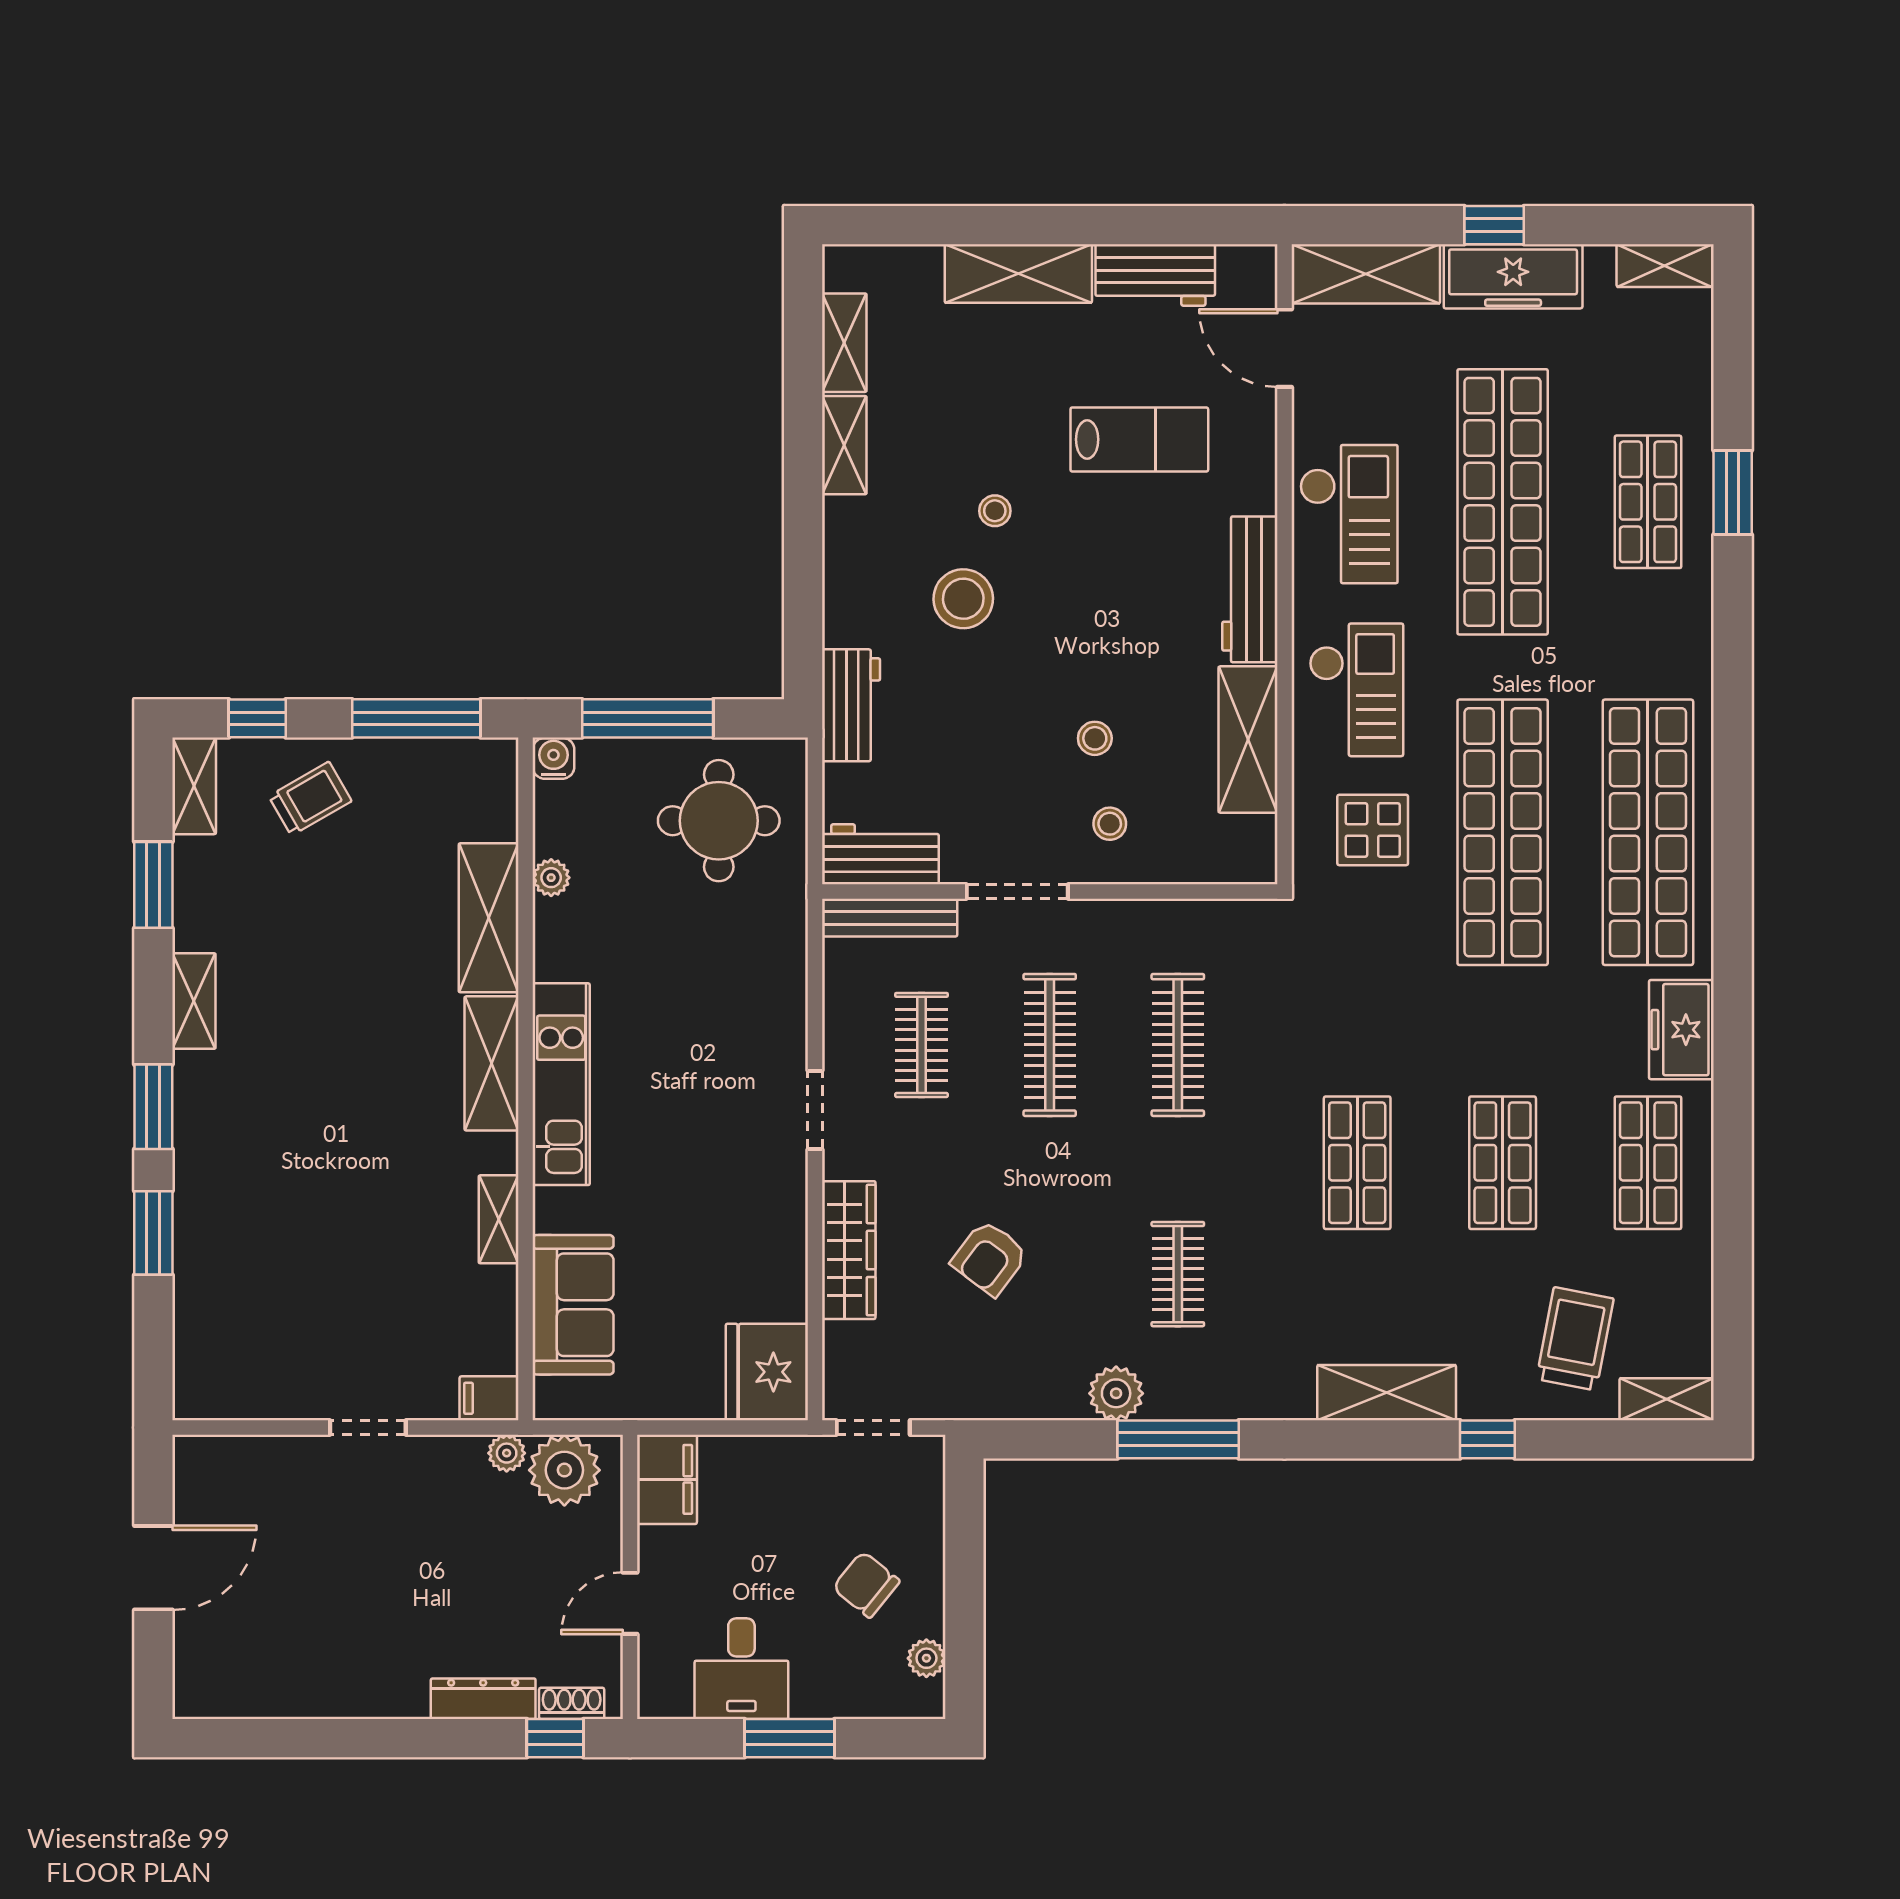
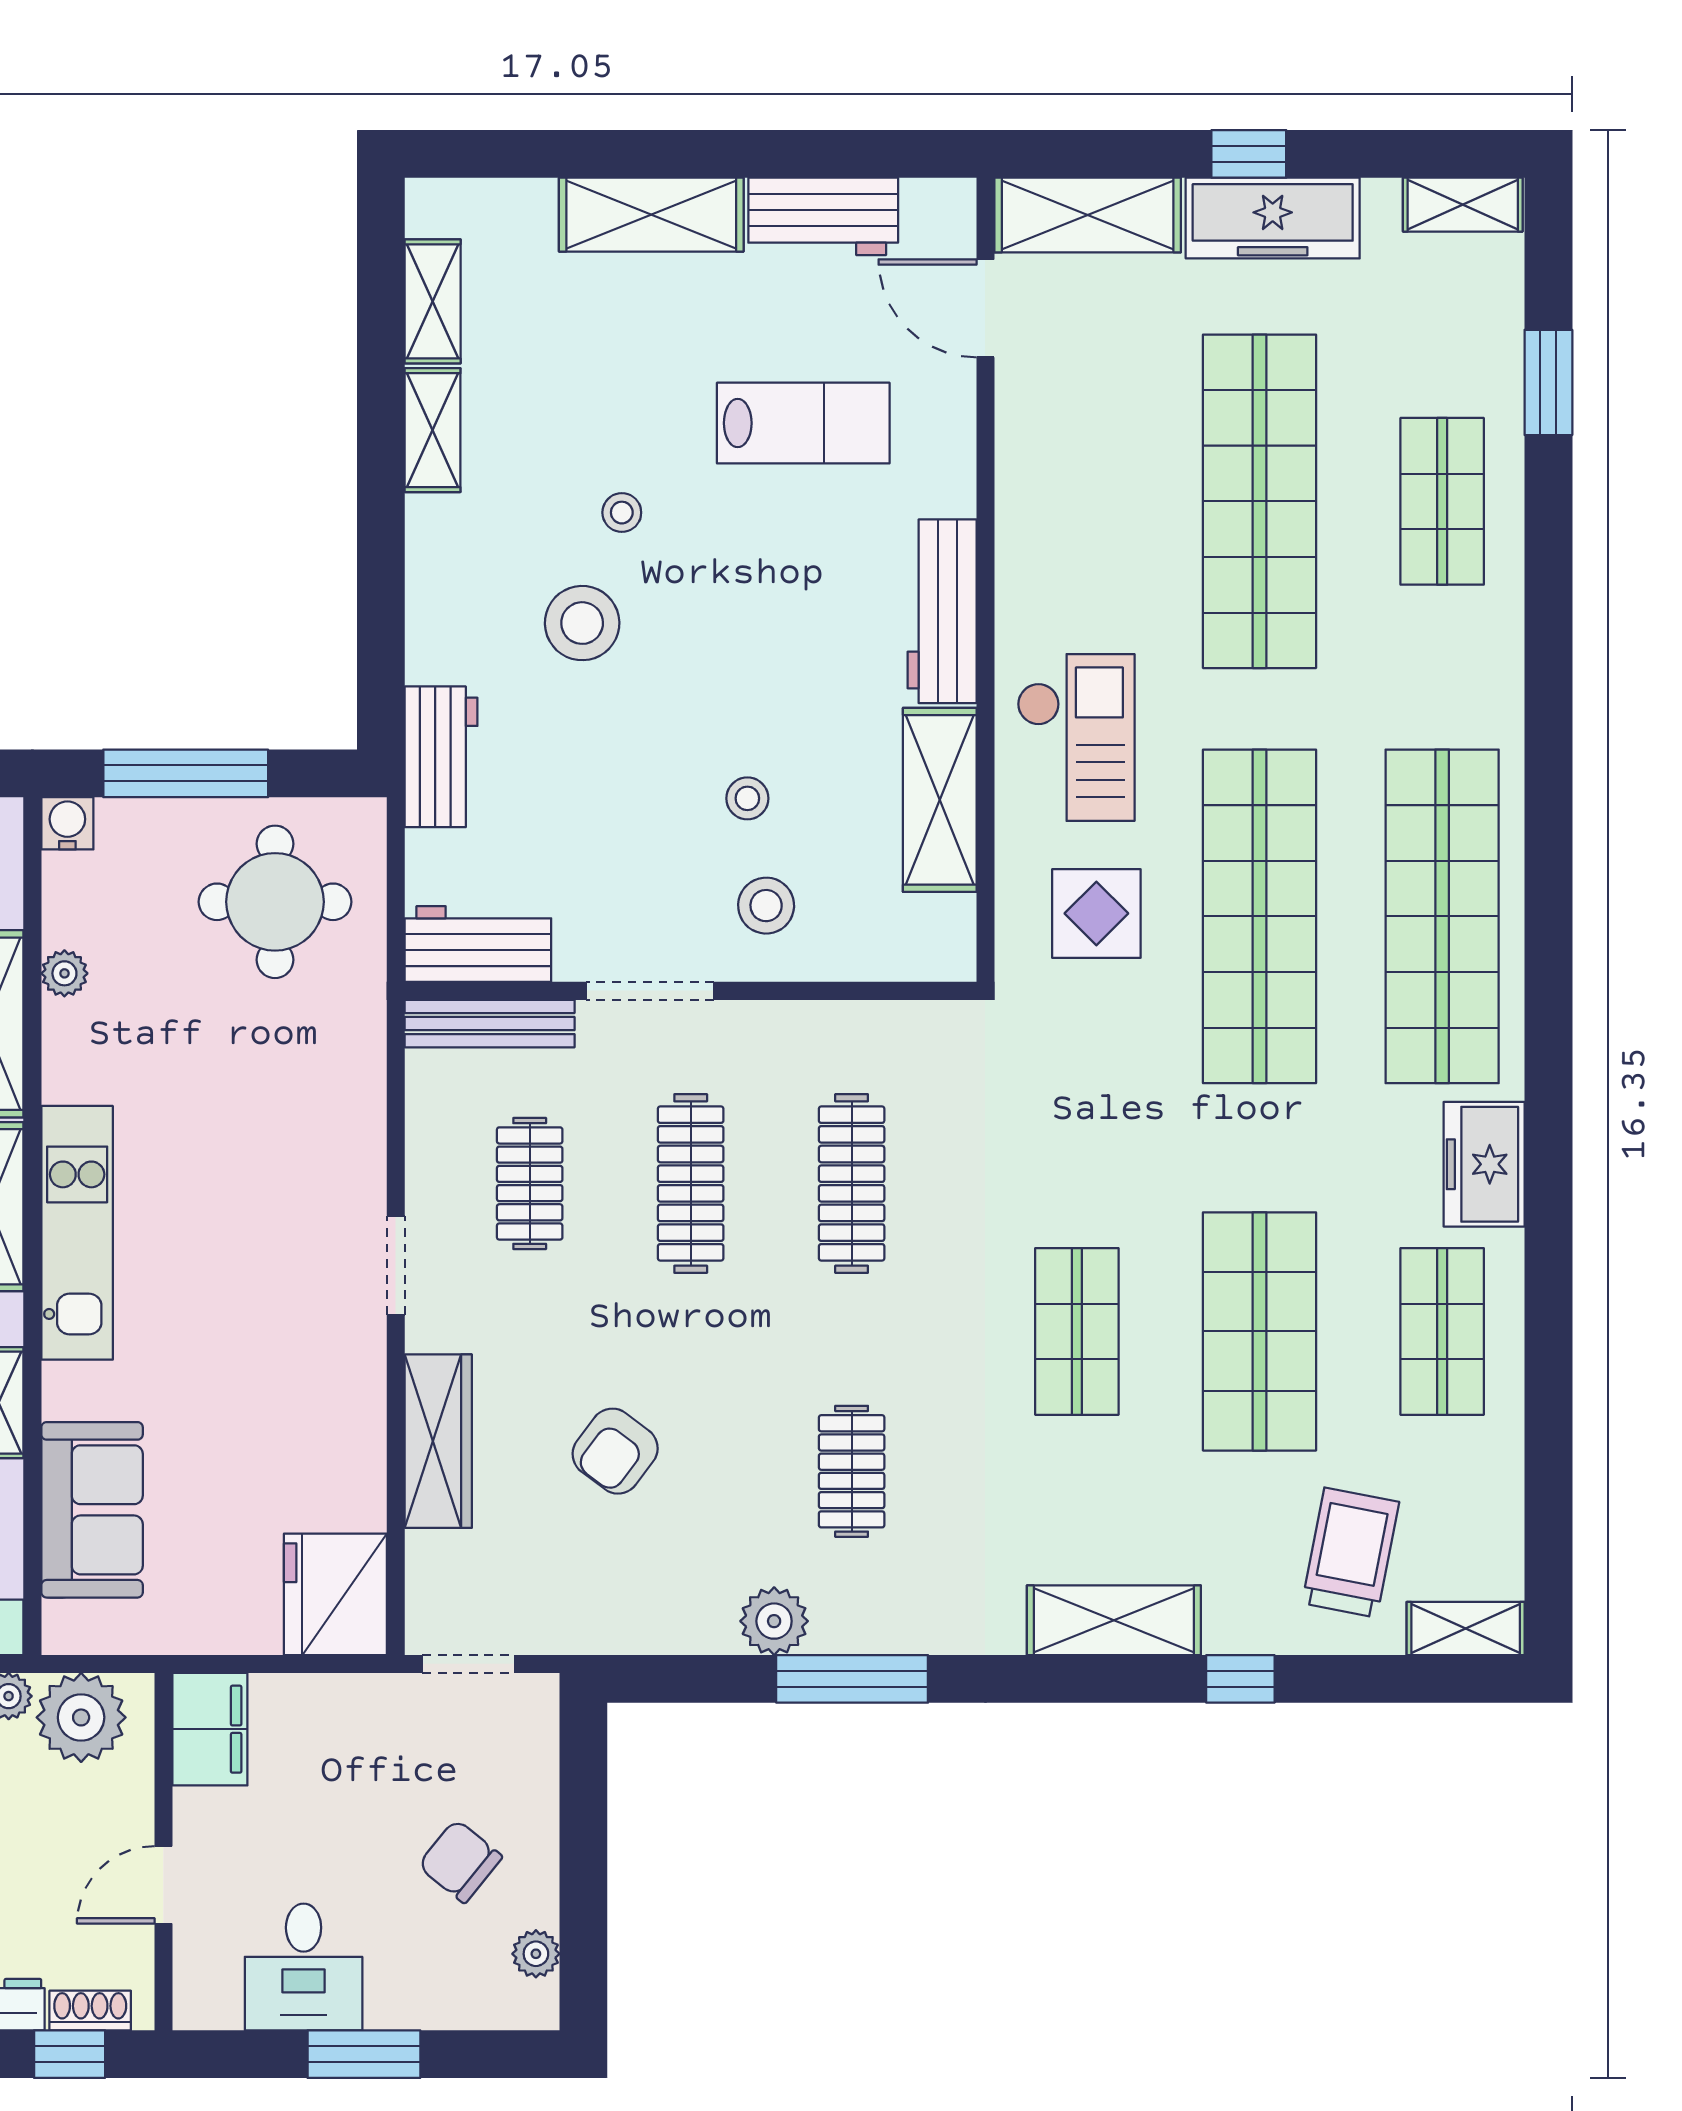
window: (1733, 493) -> (1548, 382), moved
checkout: (1349, 514) -> (1066, 517), removed
stool: (1110, 824) -> (766, 906), width x1.37, depth x1.37
shop shelf: (1503, 1163) -> (1260, 1331), width x1.43, depth x1.36

